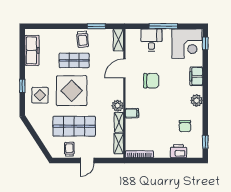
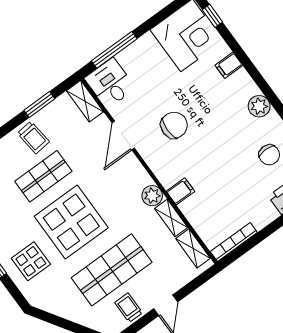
window: (163, 26) -> (114, 50), moved
desk: (151, 40) -> (110, 83), moved
filing cabinet: (196, 76) -> (229, 65), width x0.50

